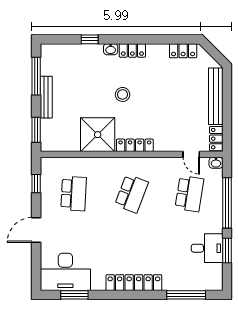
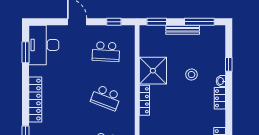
stool: (123, 94) -> (192, 75), moved

